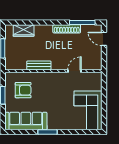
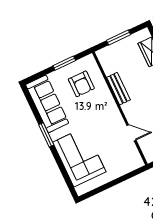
corner sofa: (88, 110) -> (79, 157), moved, turned 90

